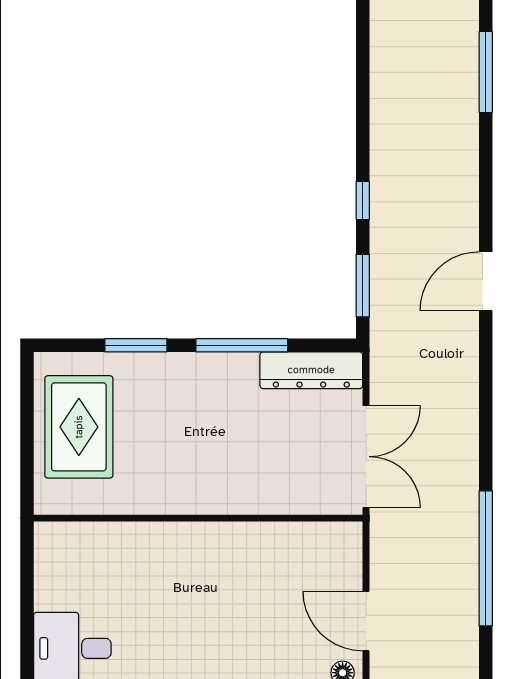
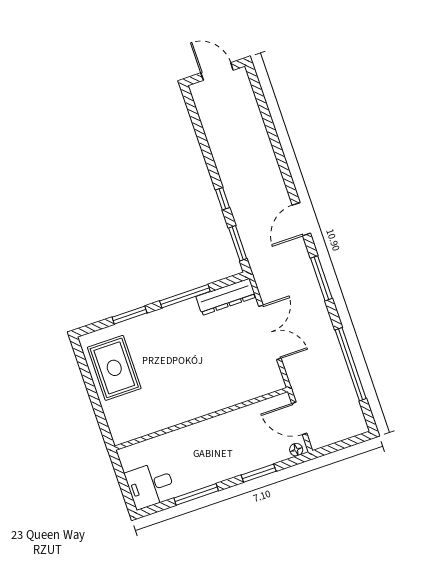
window: (486, 72) -> (321, 278), moved
wall: (198, 518) -> (201, 419), moved

